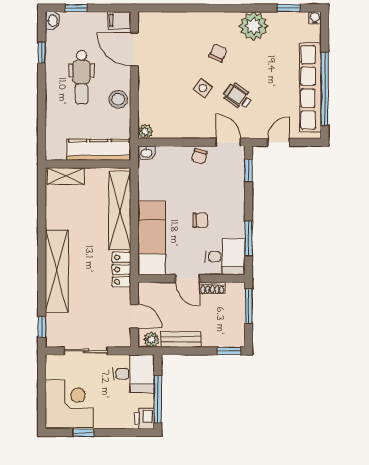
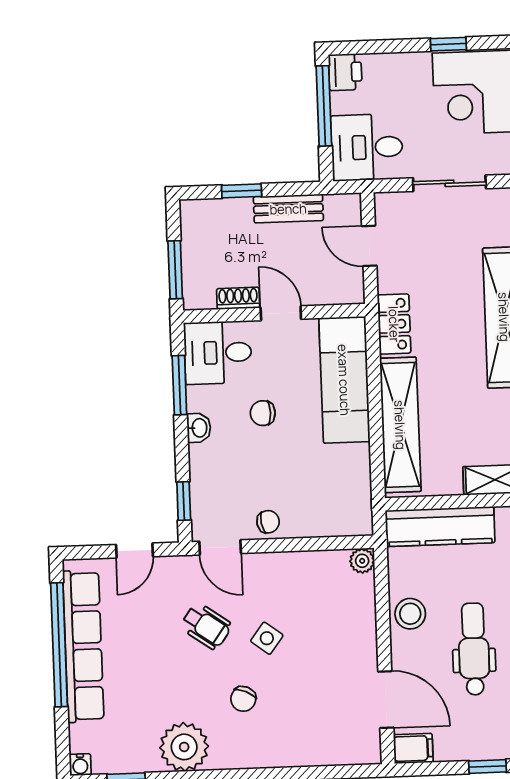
washbasin: (146, 153) -> (199, 428), moved, turned 90
chair: (200, 156) -> (268, 522), turned 67
plant: (151, 340) -> (339, 207), removed
window: (229, 351) -> (242, 191), moved

